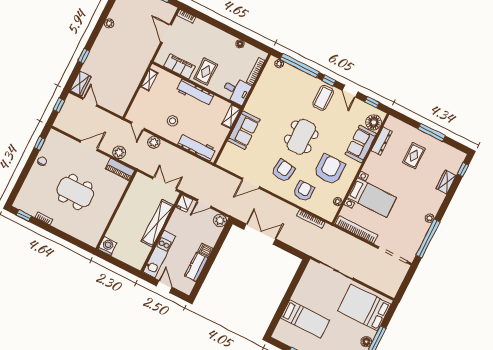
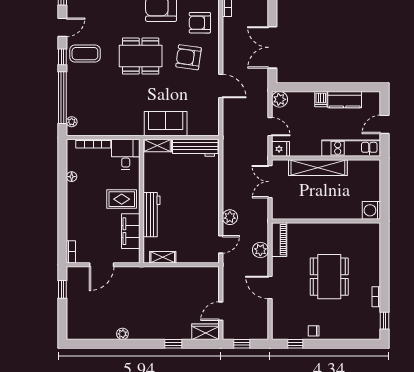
workbench: (195, 93) -> (151, 215), moved
stool: (173, 121) -> (195, 208), removed
workbench: (197, 147) -> (195, 148), moved, turned -90

